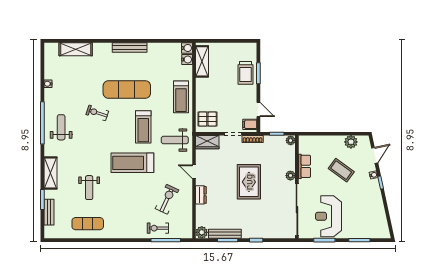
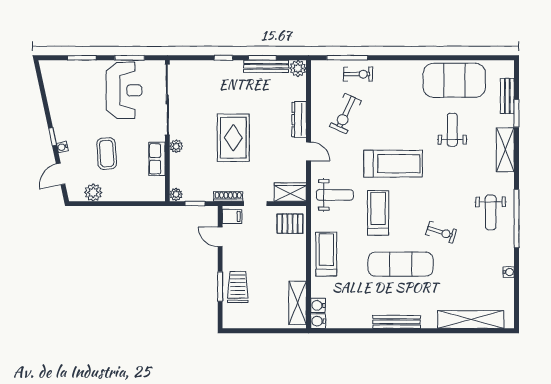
shelving: (76, 49) -> (471, 319), width x1.47
coffee table: (341, 170) -> (107, 154), turned 50
dresser: (201, 195) -> (299, 120), width x1.44
exercise mat: (88, 224) -> (454, 80), width x2.00, depth x1.45

